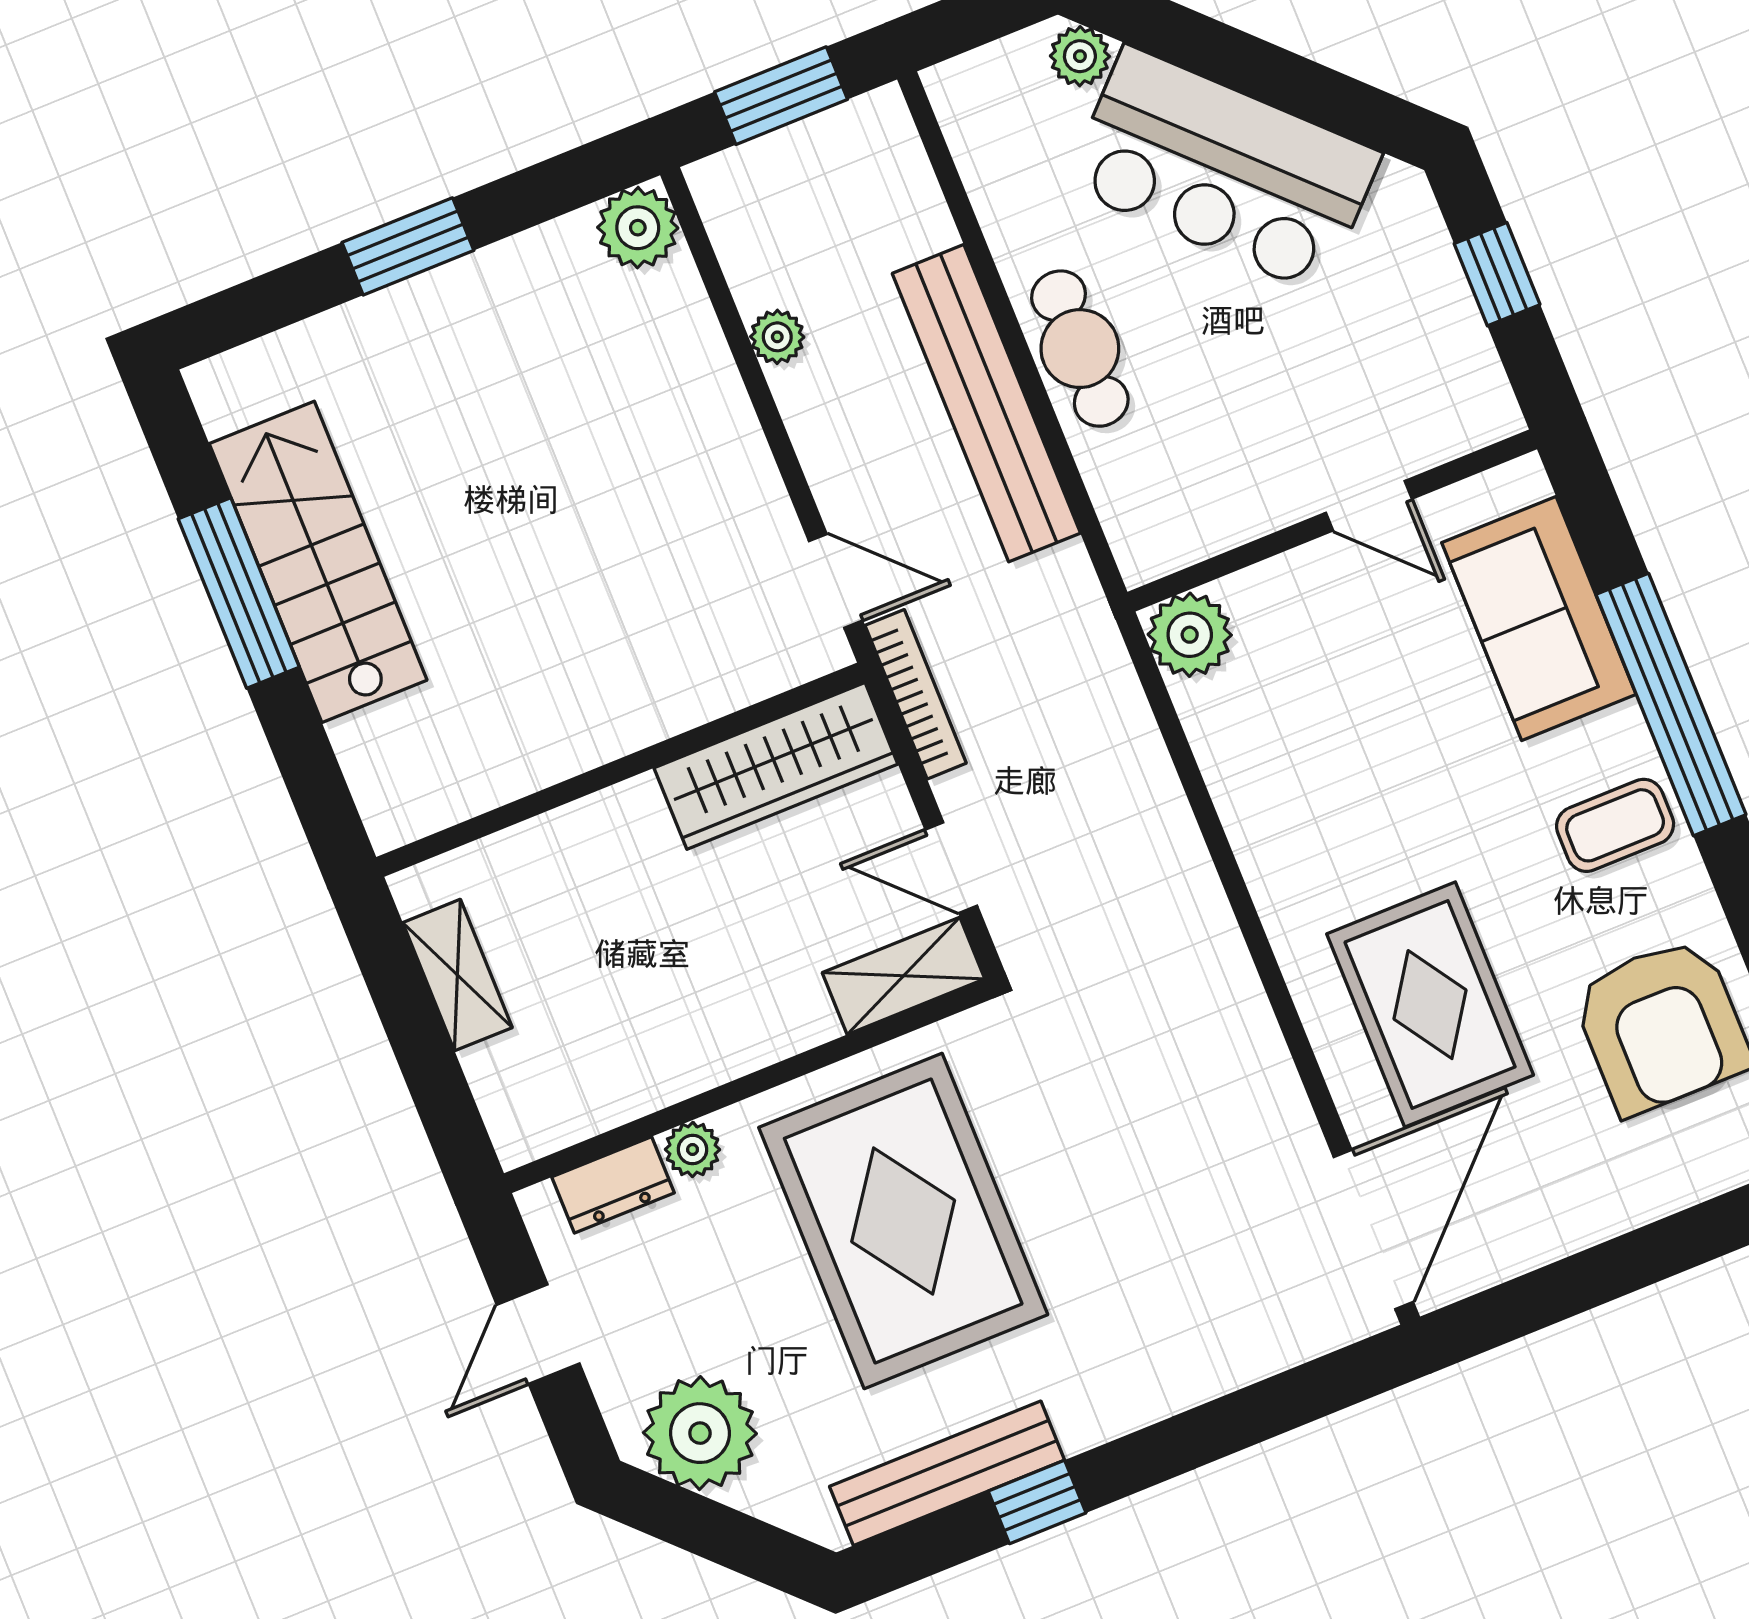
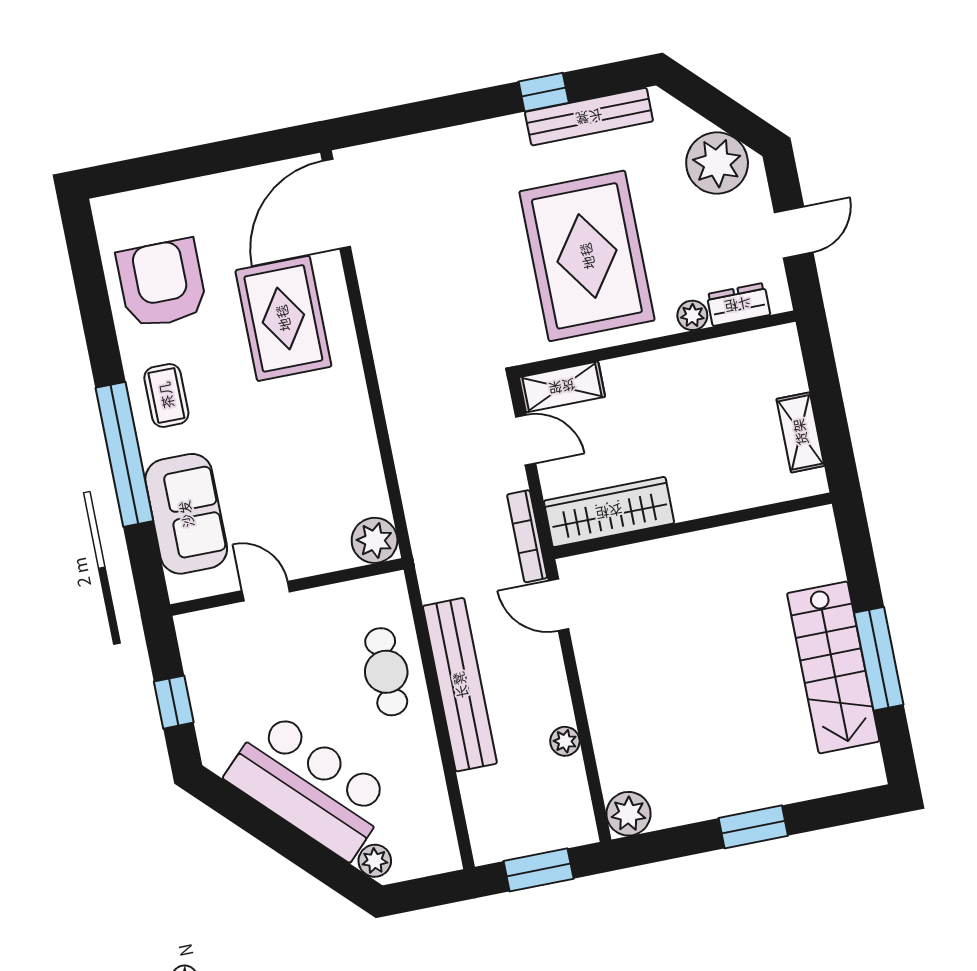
cafe table: (1080, 349) -> (386, 672), moved
coffee table: (1615, 825) -> (166, 395), turned 90

